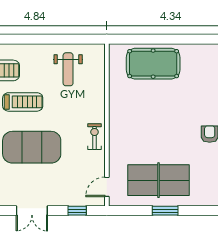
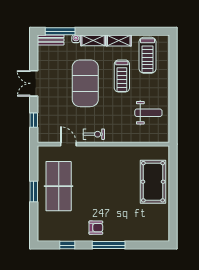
weight bench: (68, 69) -> (148, 113), turned 180
door: (107, 187) -> (68, 144), moved

